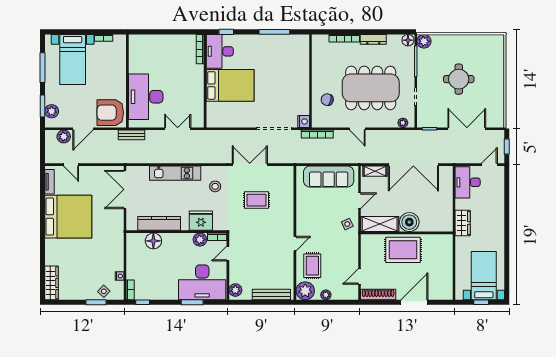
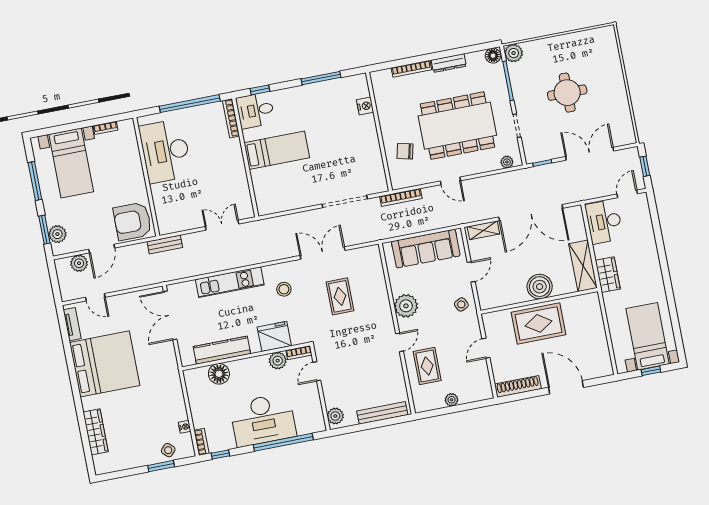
window: (171, 32) -> (190, 104), added
desk: (220, 51) -> (255, 110), width x0.73
bed: (230, 85) -> (277, 150), width x0.67
desk: (146, 97) -> (165, 151), moved
nightstand: (304, 121) -> (365, 106), moved
rug: (257, 200) -> (340, 296), turned 90
shelving: (380, 224) -> (583, 266), moved, turned 90
door: (360, 276) -> (486, 348), moved
desk: (202, 282) -> (263, 420), moved
wardrobe: (51, 283) -> (96, 432), moved
plant: (305, 291) -> (406, 306), moved
window: (192, 302) -> (283, 442), width x2.11
door: (414, 302) -> (566, 387), hinge flipped

